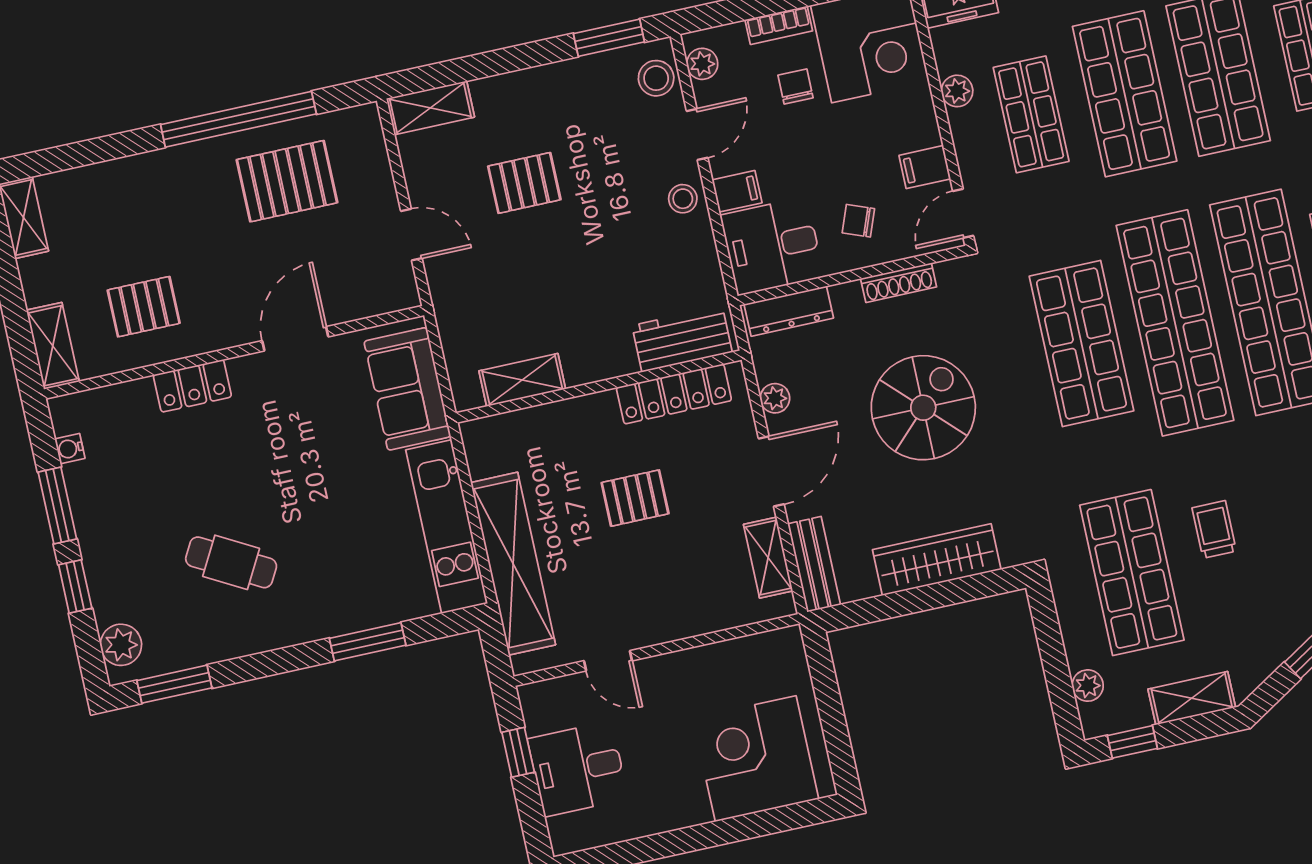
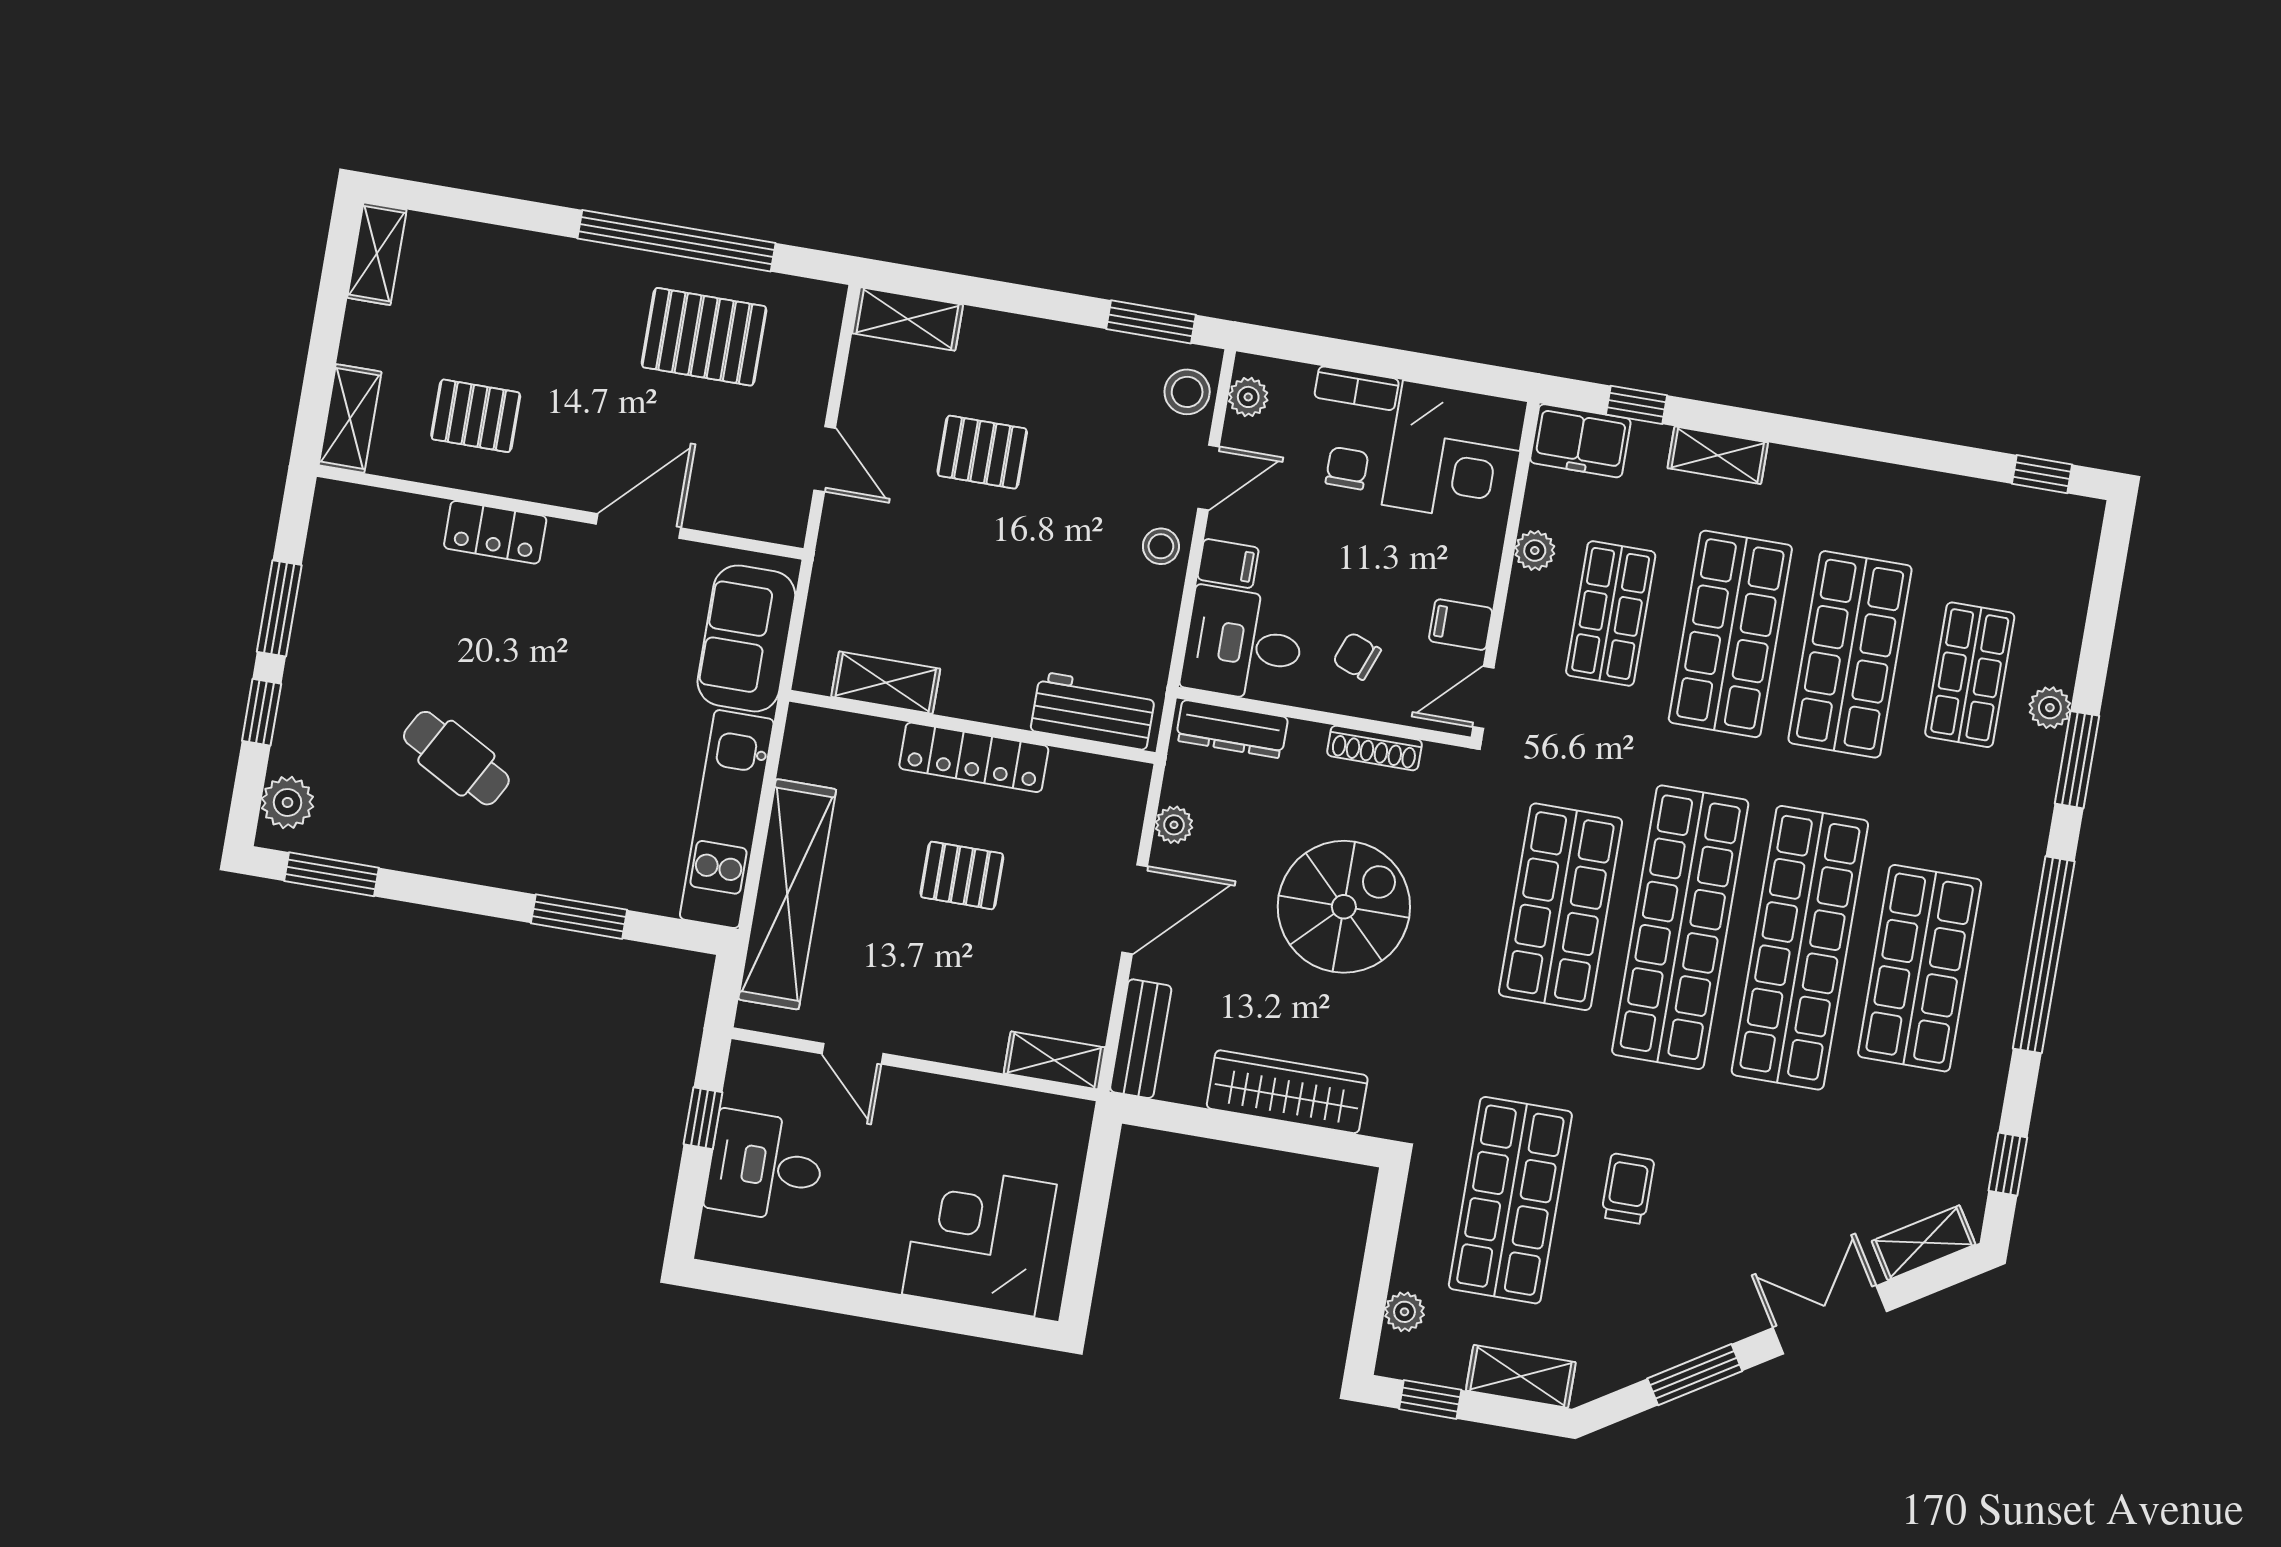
locker: (674, 394) -> (974, 757), moved
water cooler: (70, 449) -> (321, 547), removed
shelving: (768, 558) -> (1054, 1060), moved, turned 90

